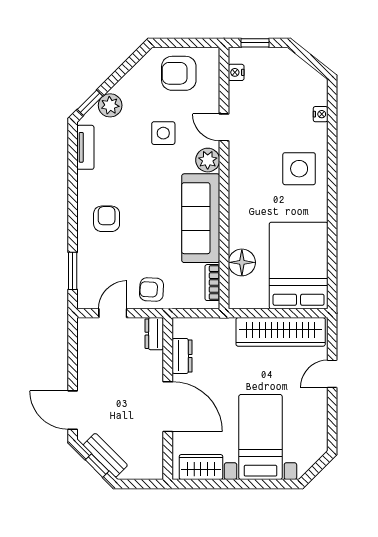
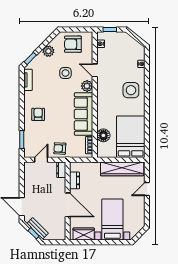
plant: (110, 105) -> (48, 51), moved

